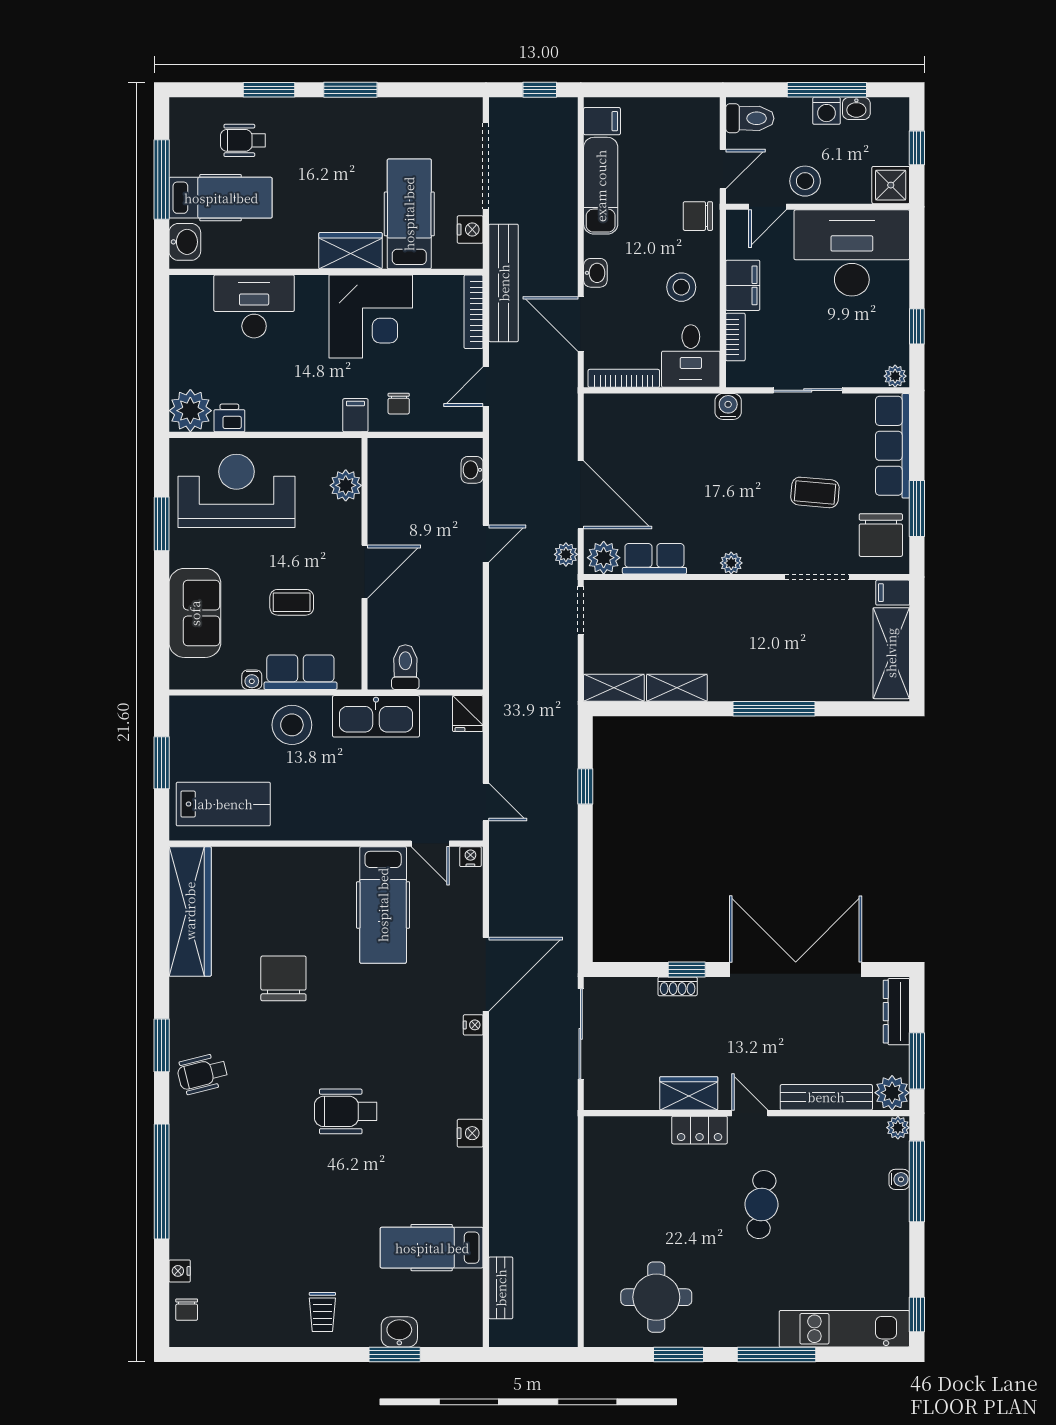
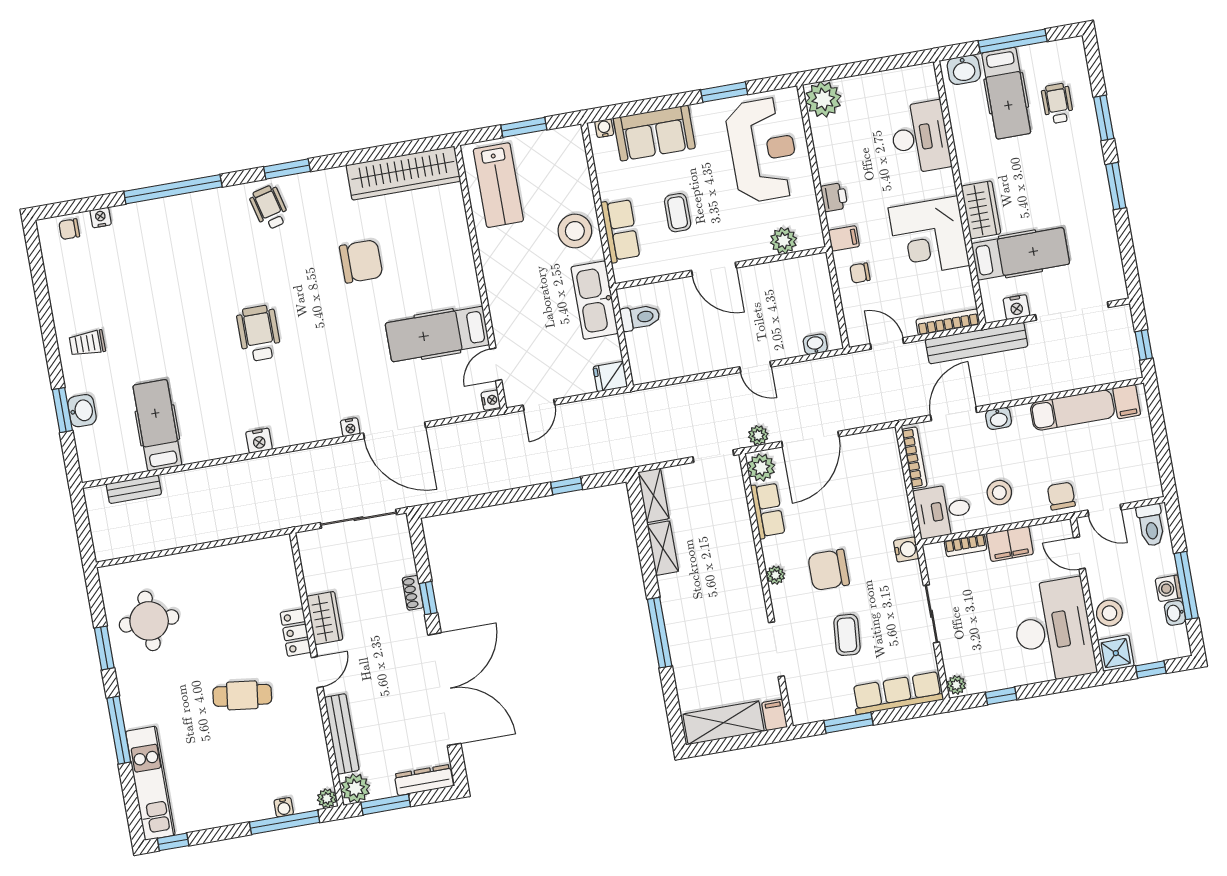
stool: (805, 181) -> (1109, 613), moved
printer: (229, 418) -> (834, 197), moved
chair: (881, 535) -> (829, 570), moved
water cooler: (252, 680) -> (604, 128), moved, turned 90

